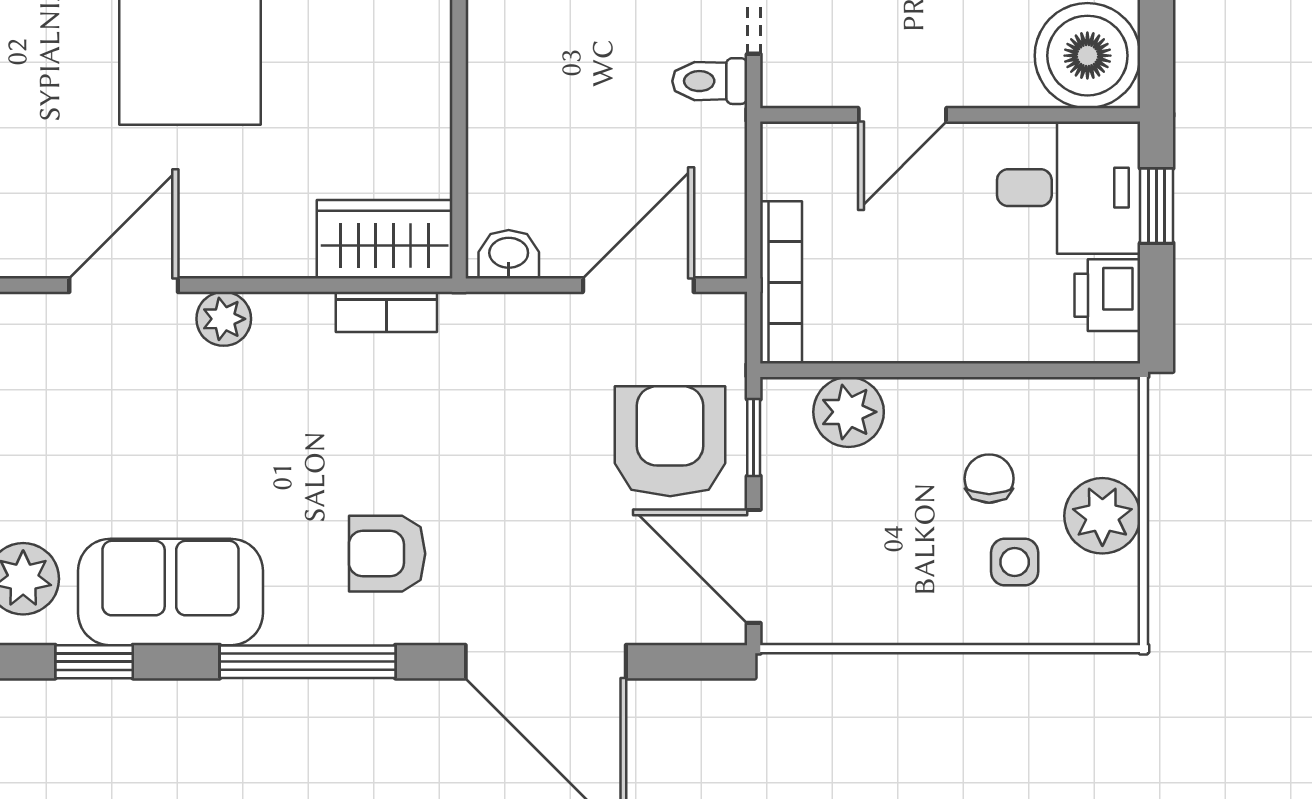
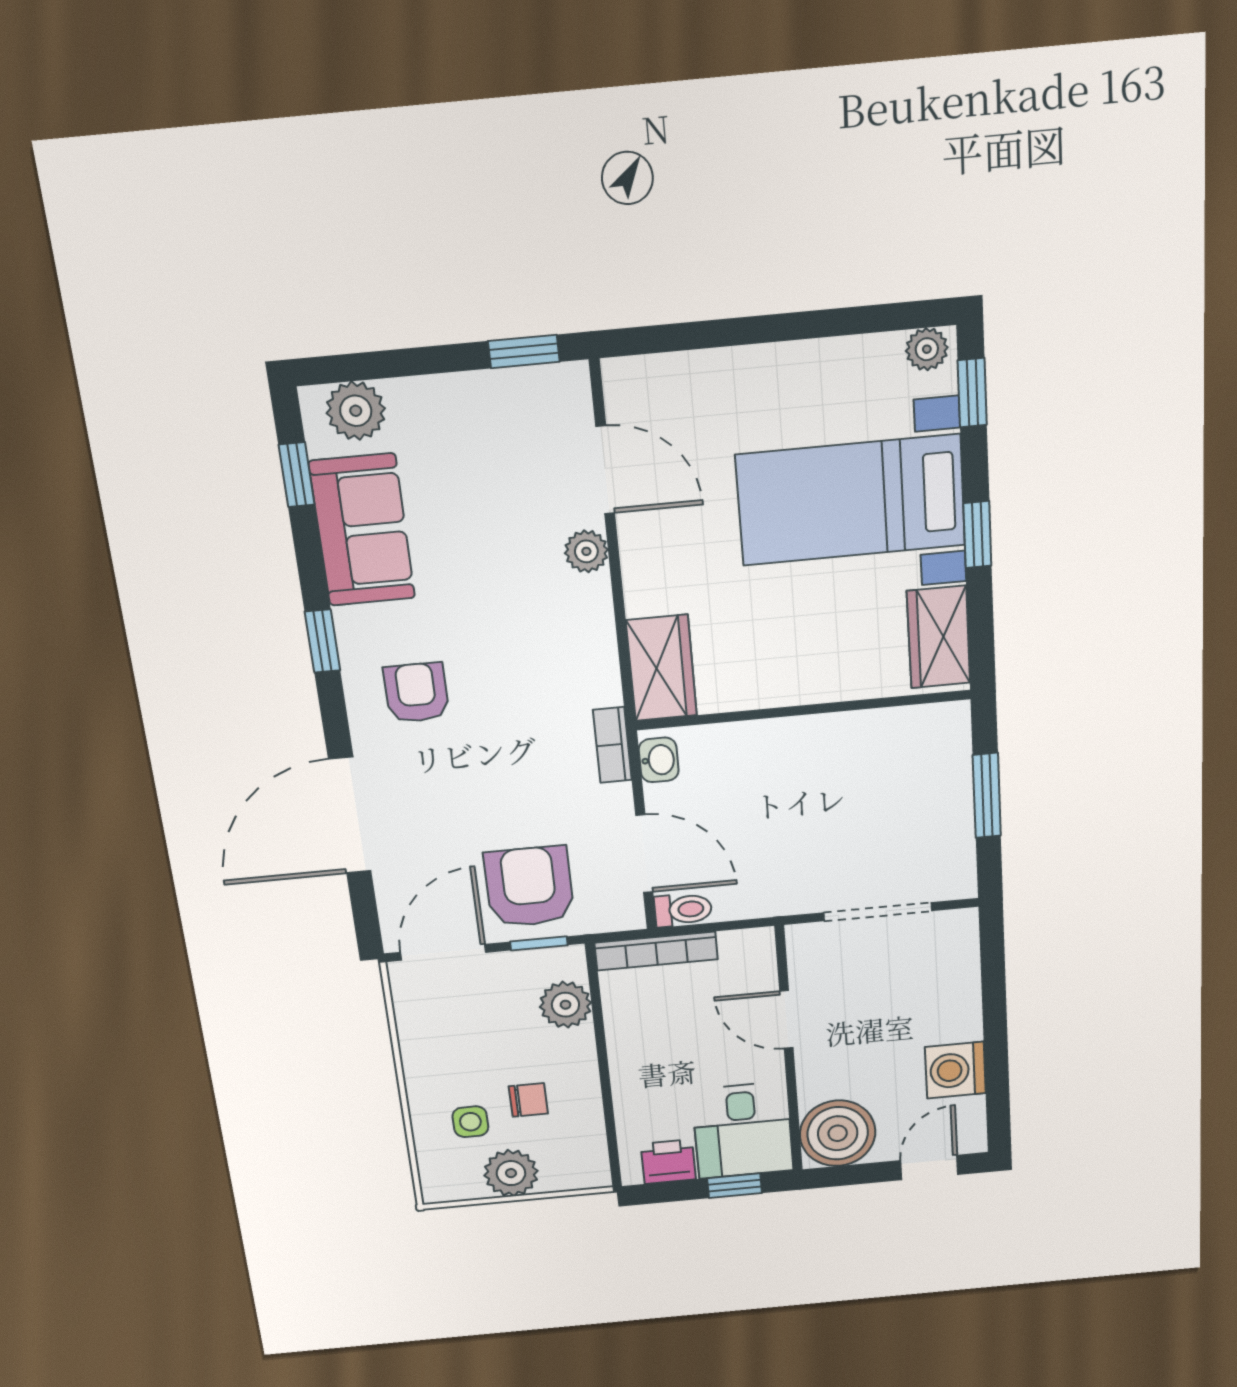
toilet: (710, 81) -> (683, 910), moved, turned 90
bookcase: (386, 312) -> (612, 745), moved
armchair: (670, 441) -> (529, 887), turned -90
window: (308, 662) -> (323, 641), width x0.46

